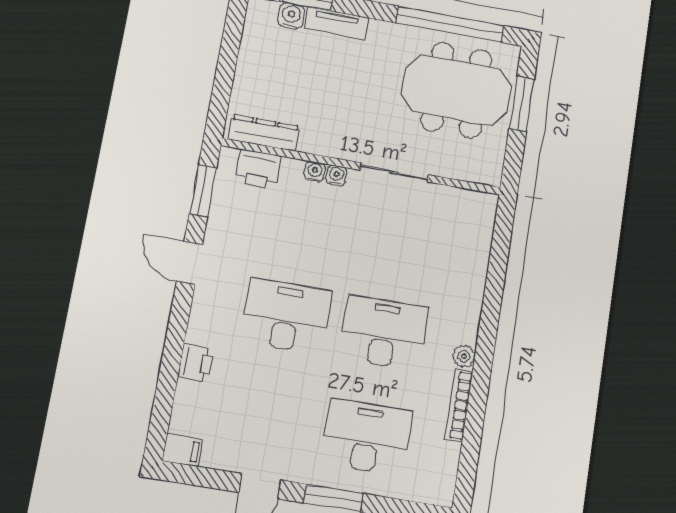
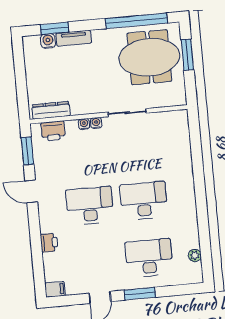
plant: (464, 356) -> (195, 255), moved
bookcase: (459, 405) -> (194, 229), removed

